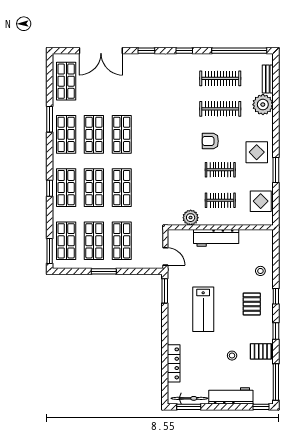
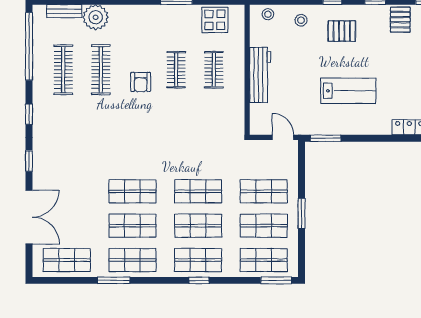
display table: (257, 152) -> (155, 25), removed
plant: (191, 218) -> (235, 106), removed
door: (165, 256) -> (283, 137), hinge flipped
stool: (232, 356) -> (268, 14), moved

